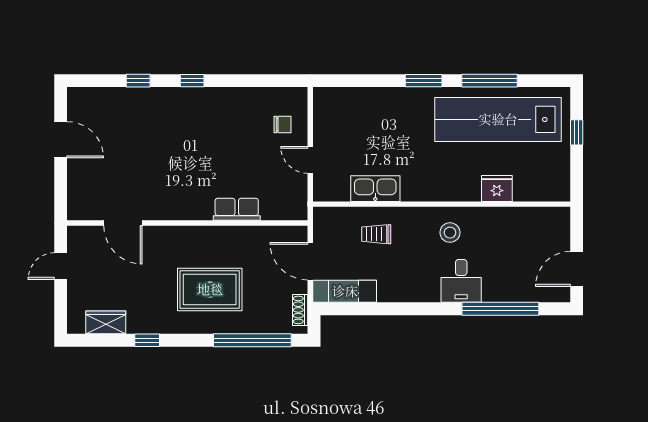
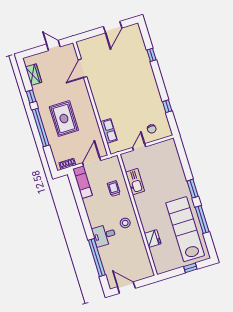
window: (192, 81) -> (167, 106), moved
row of seats: (237, 209) -> (109, 131), moved
window: (252, 340) -> (41, 128), moved

